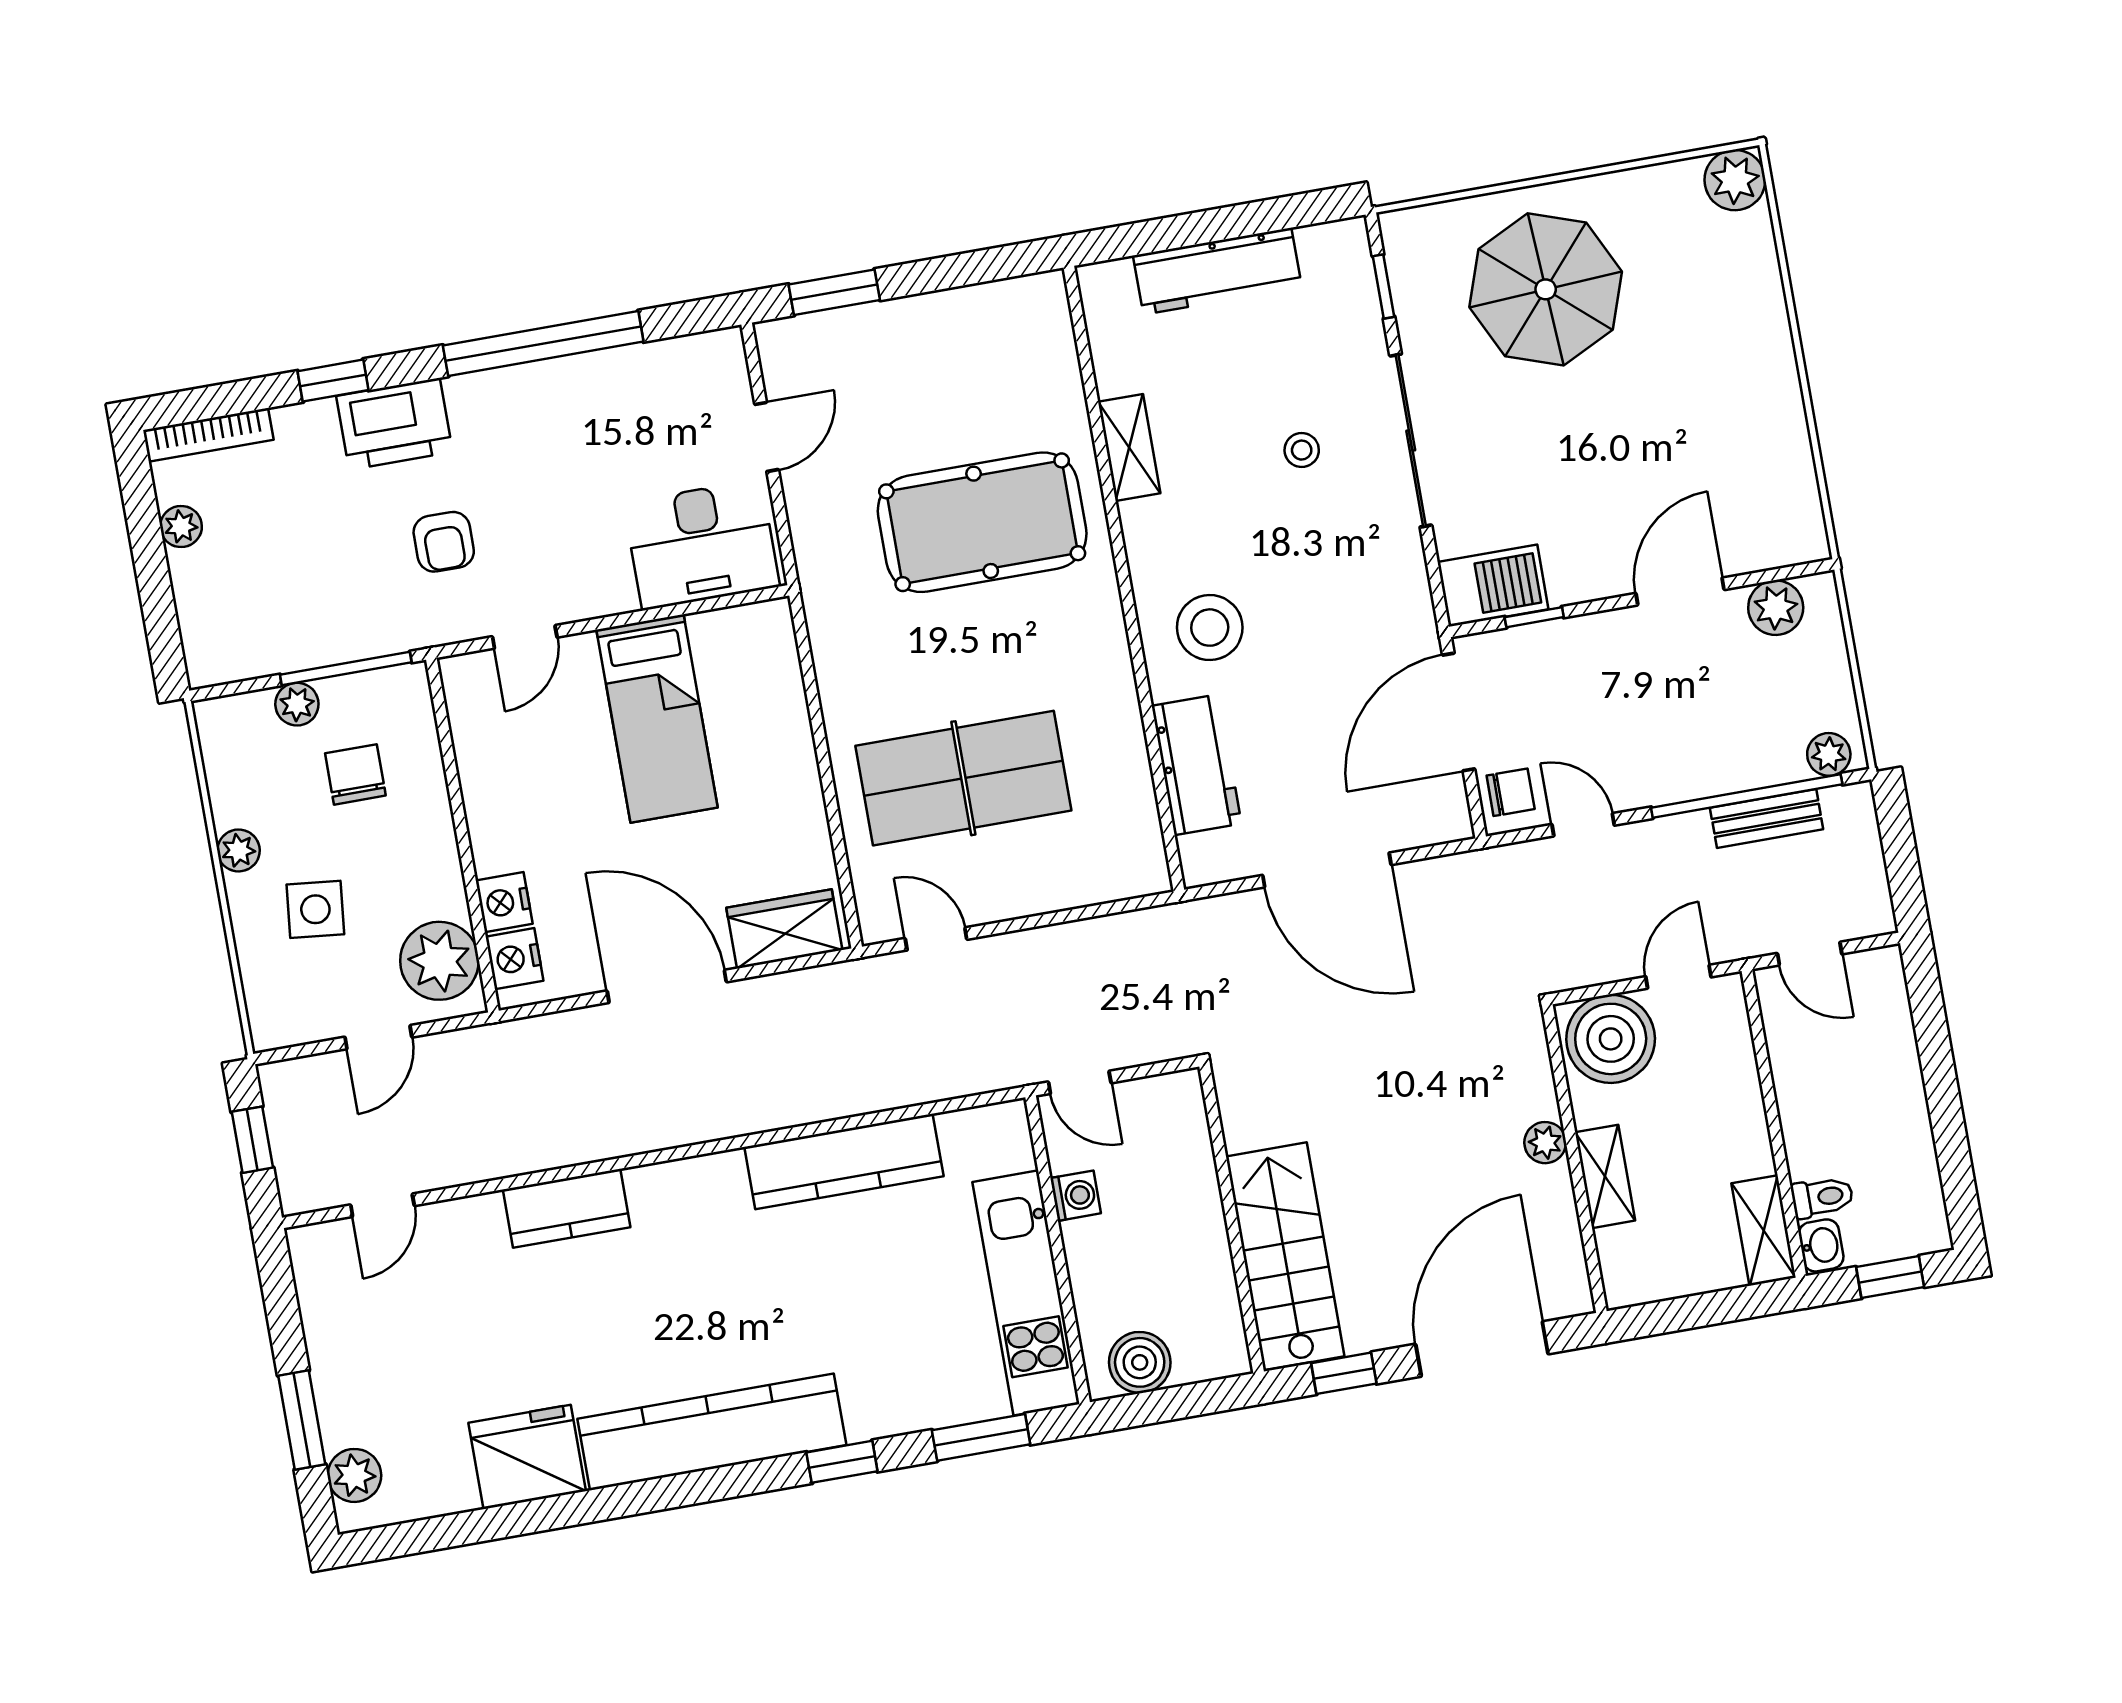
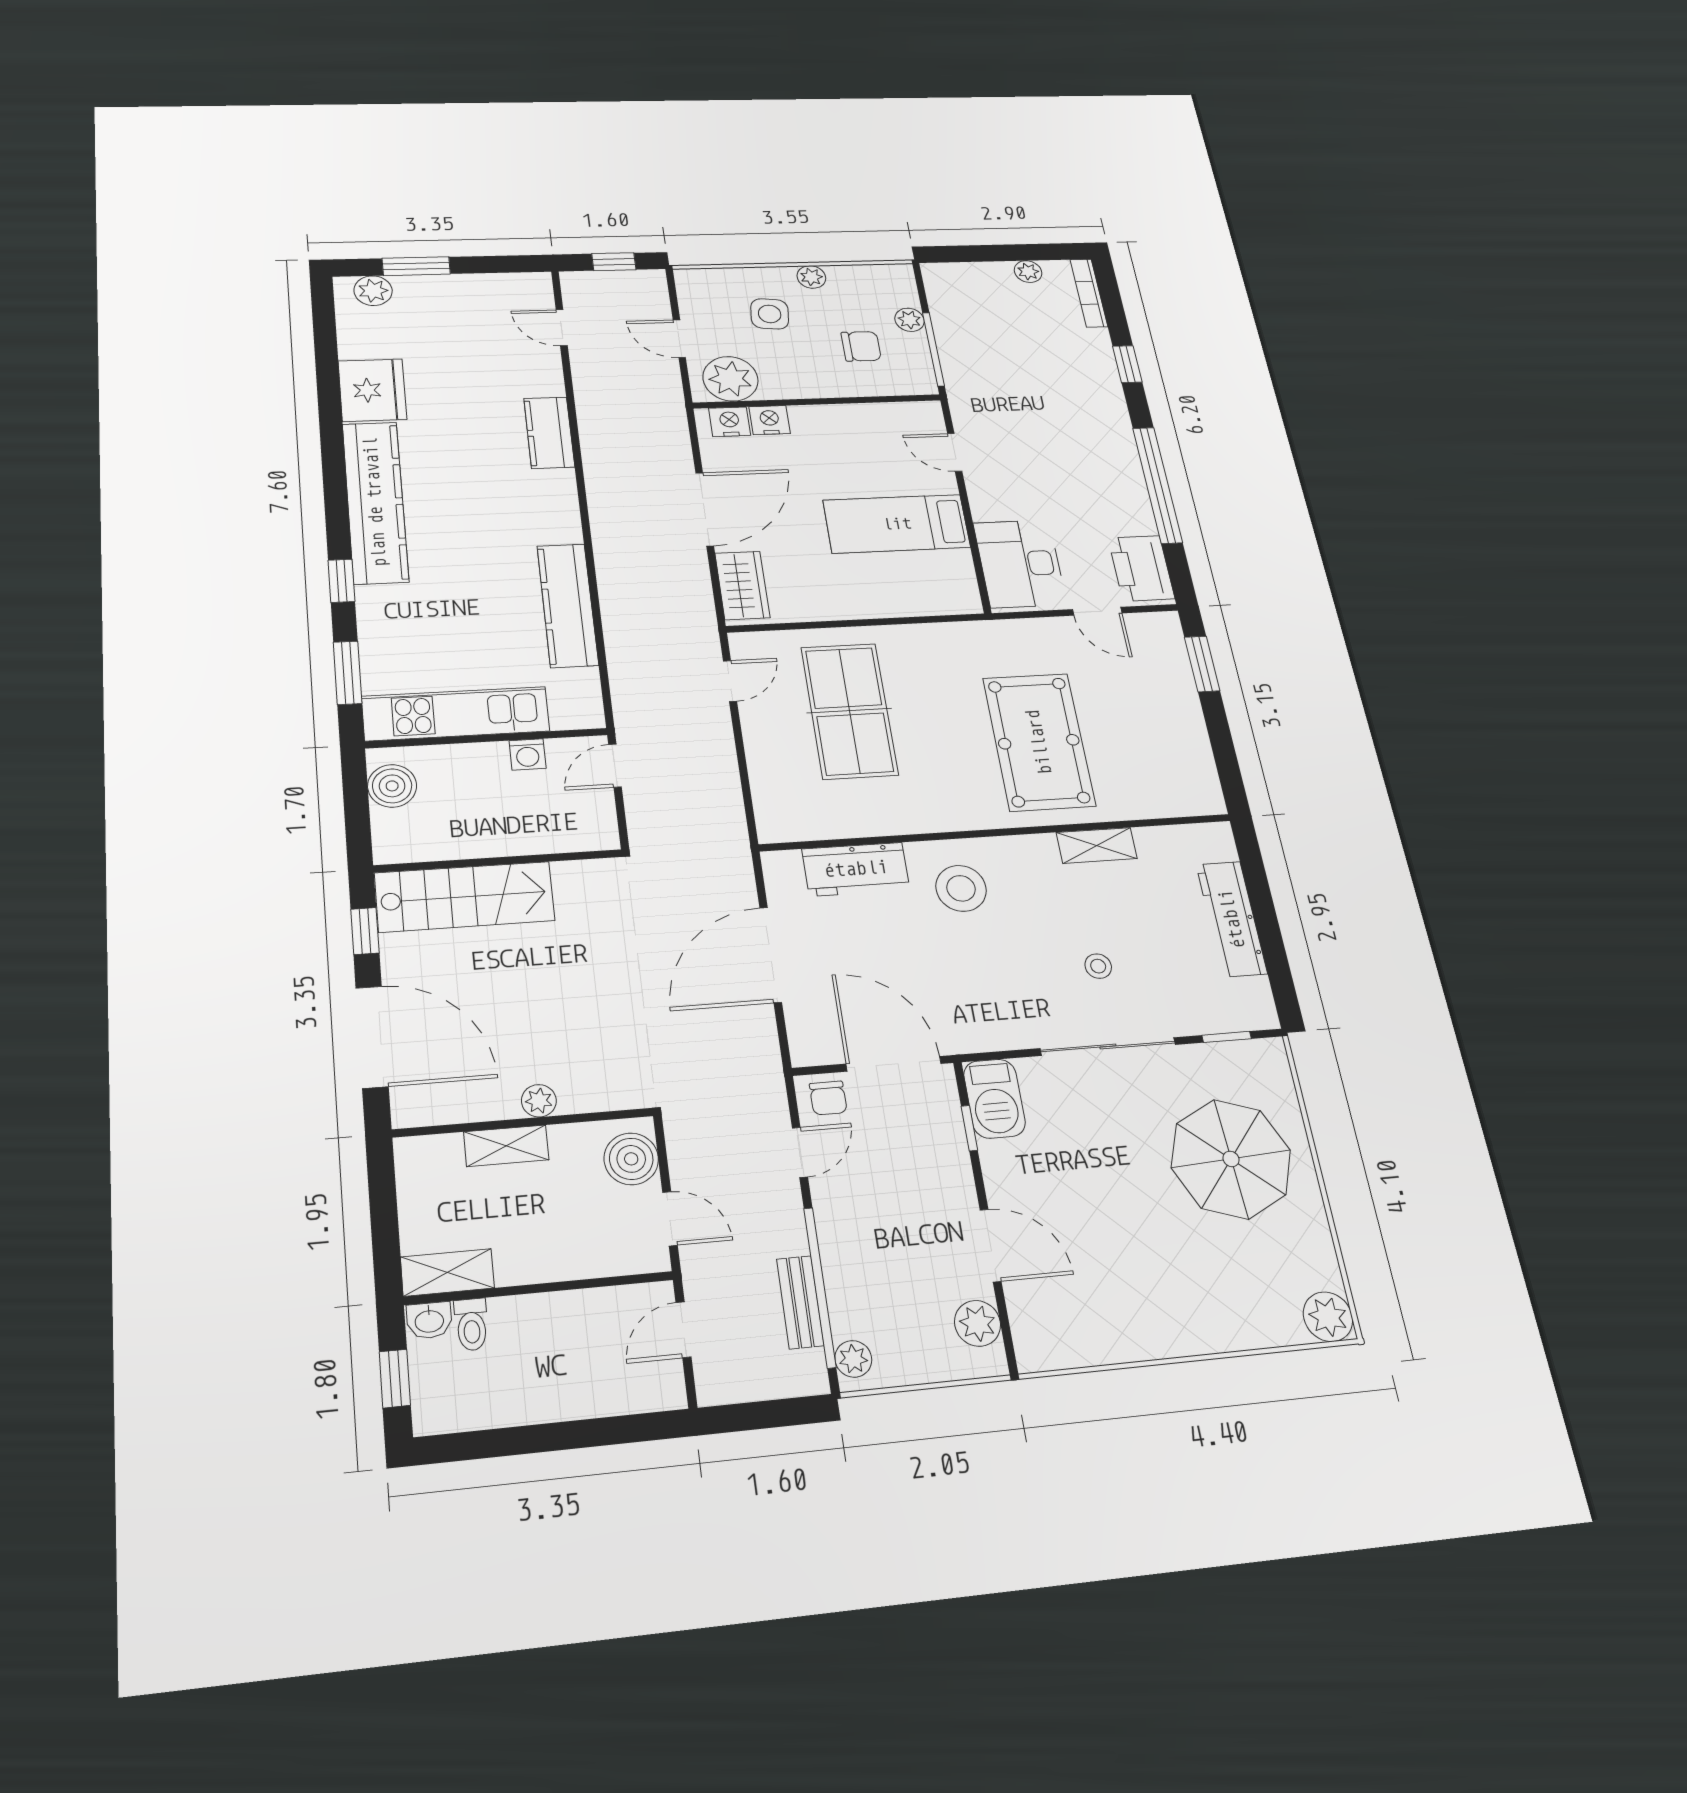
printer: (394, 424) -> (1141, 568), moved
armchair: (444, 542) -> (1020, 413), removed
boiler: (1611, 1039) -> (631, 1159), width x0.73, depth x0.73

